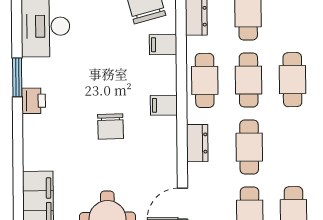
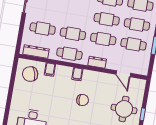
cafe table: (292, 80) -> (107, 19), moved

